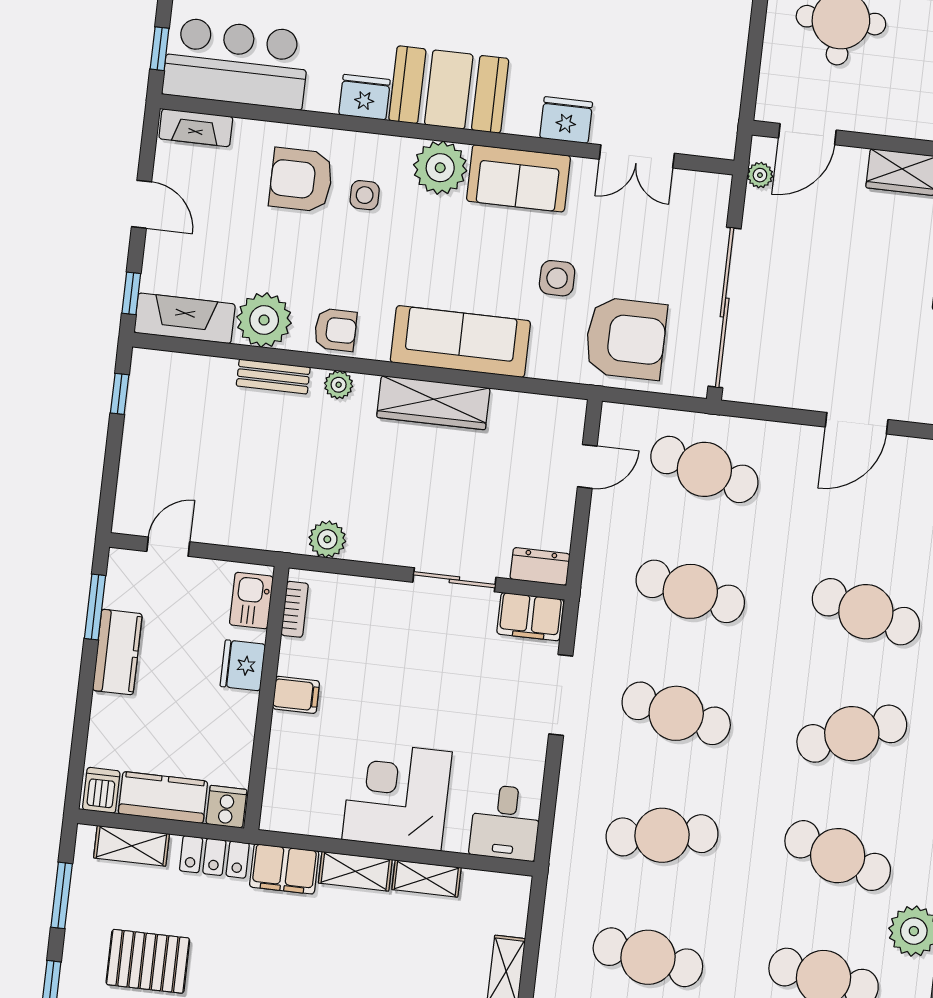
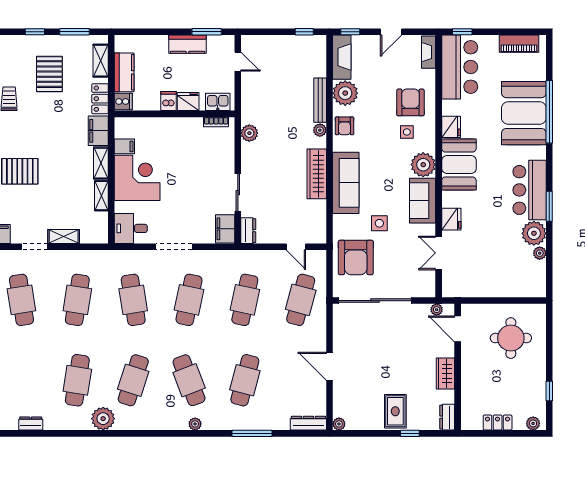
bench: (273, 377) -> (320, 100), width x1.36
filing cabinet: (296, 695) -> (124, 146), moved, turned -90
doorway: (561, 695) -> (174, 247), moved
dishwasher: (101, 790) -> (169, 101), moved, turned -90

